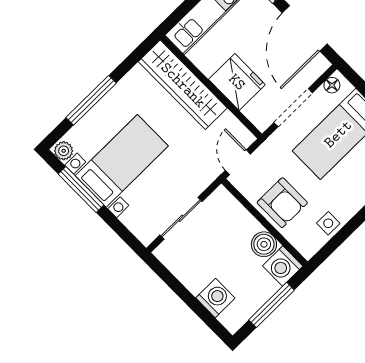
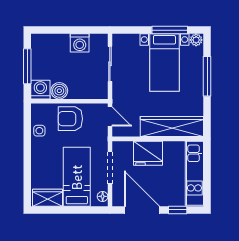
washing machine: (215, 298) -> (80, 43), moved

